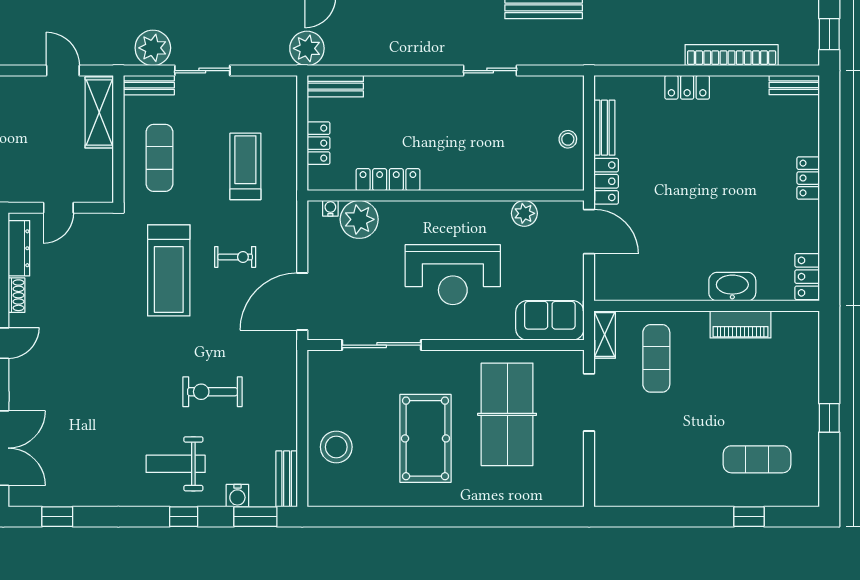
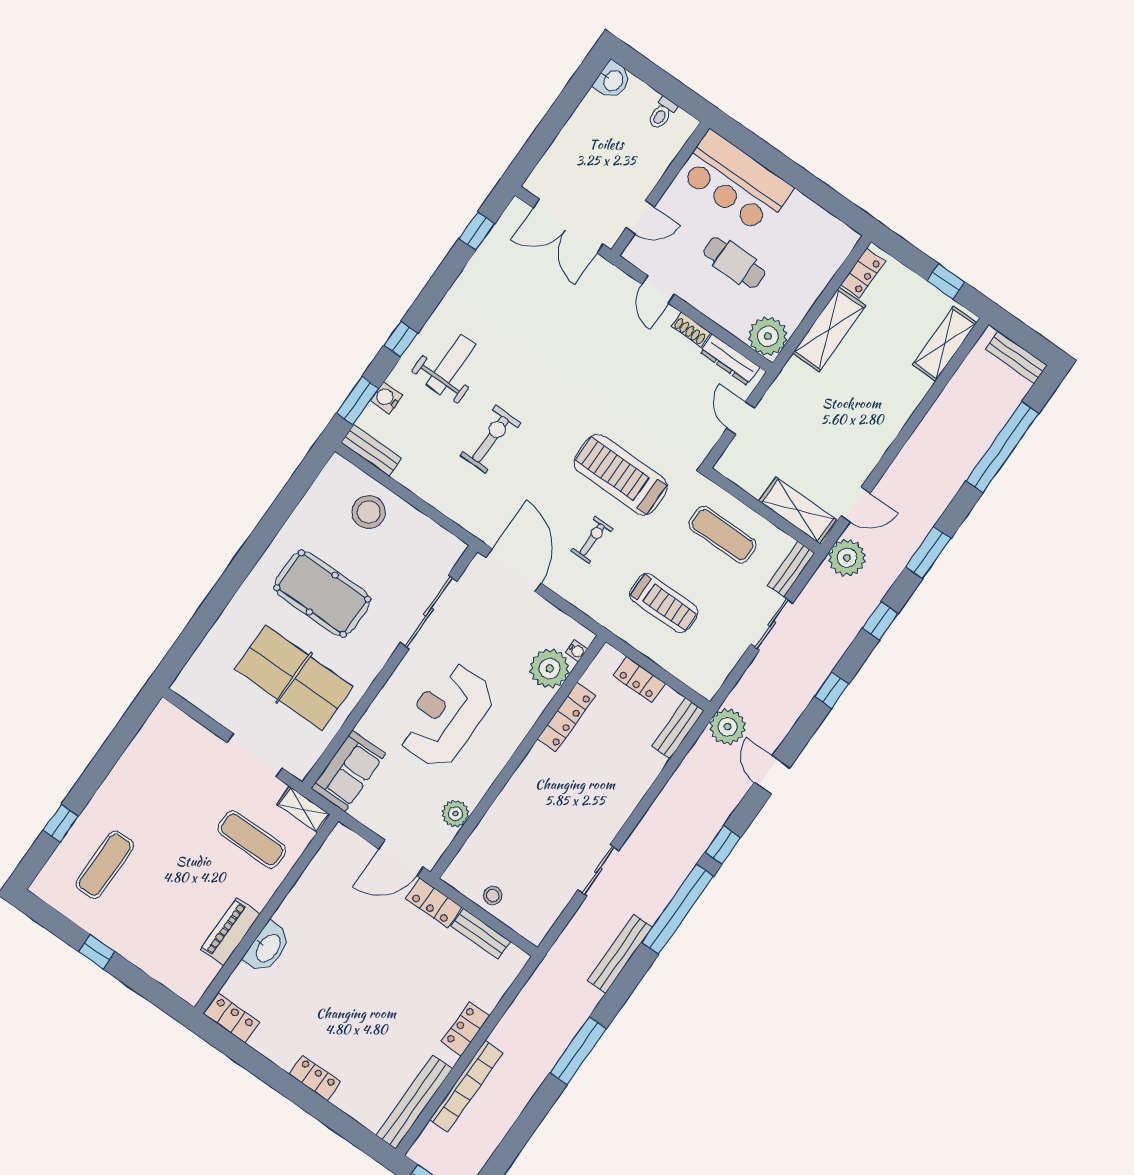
plant: (153, 48) -> (847, 558), moved
bench: (794, 85) -> (414, 1102), width x1.86, depth x1.21
exercise bike: (235, 257) -> (592, 540), turned 180

